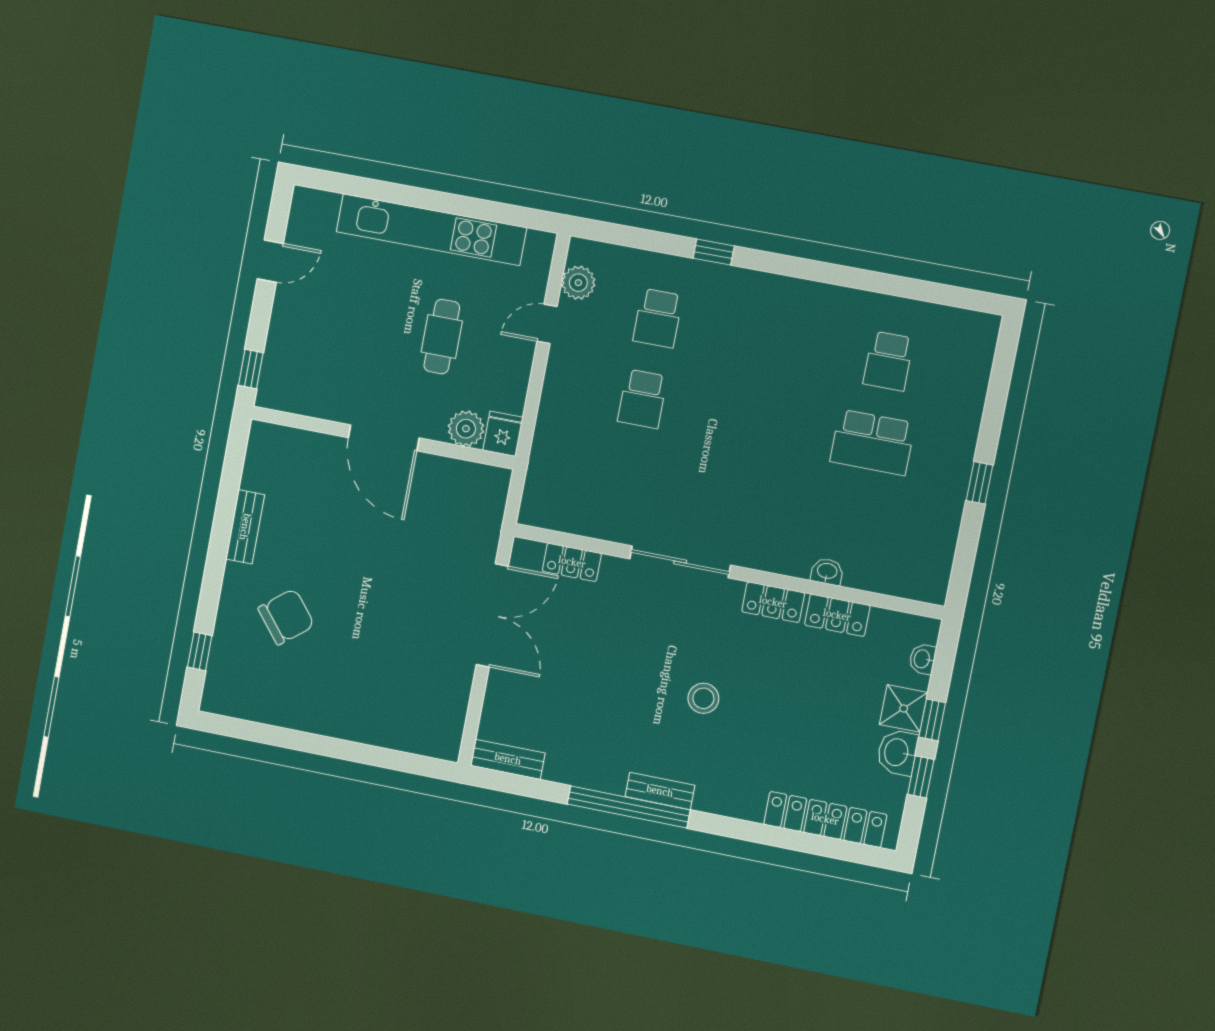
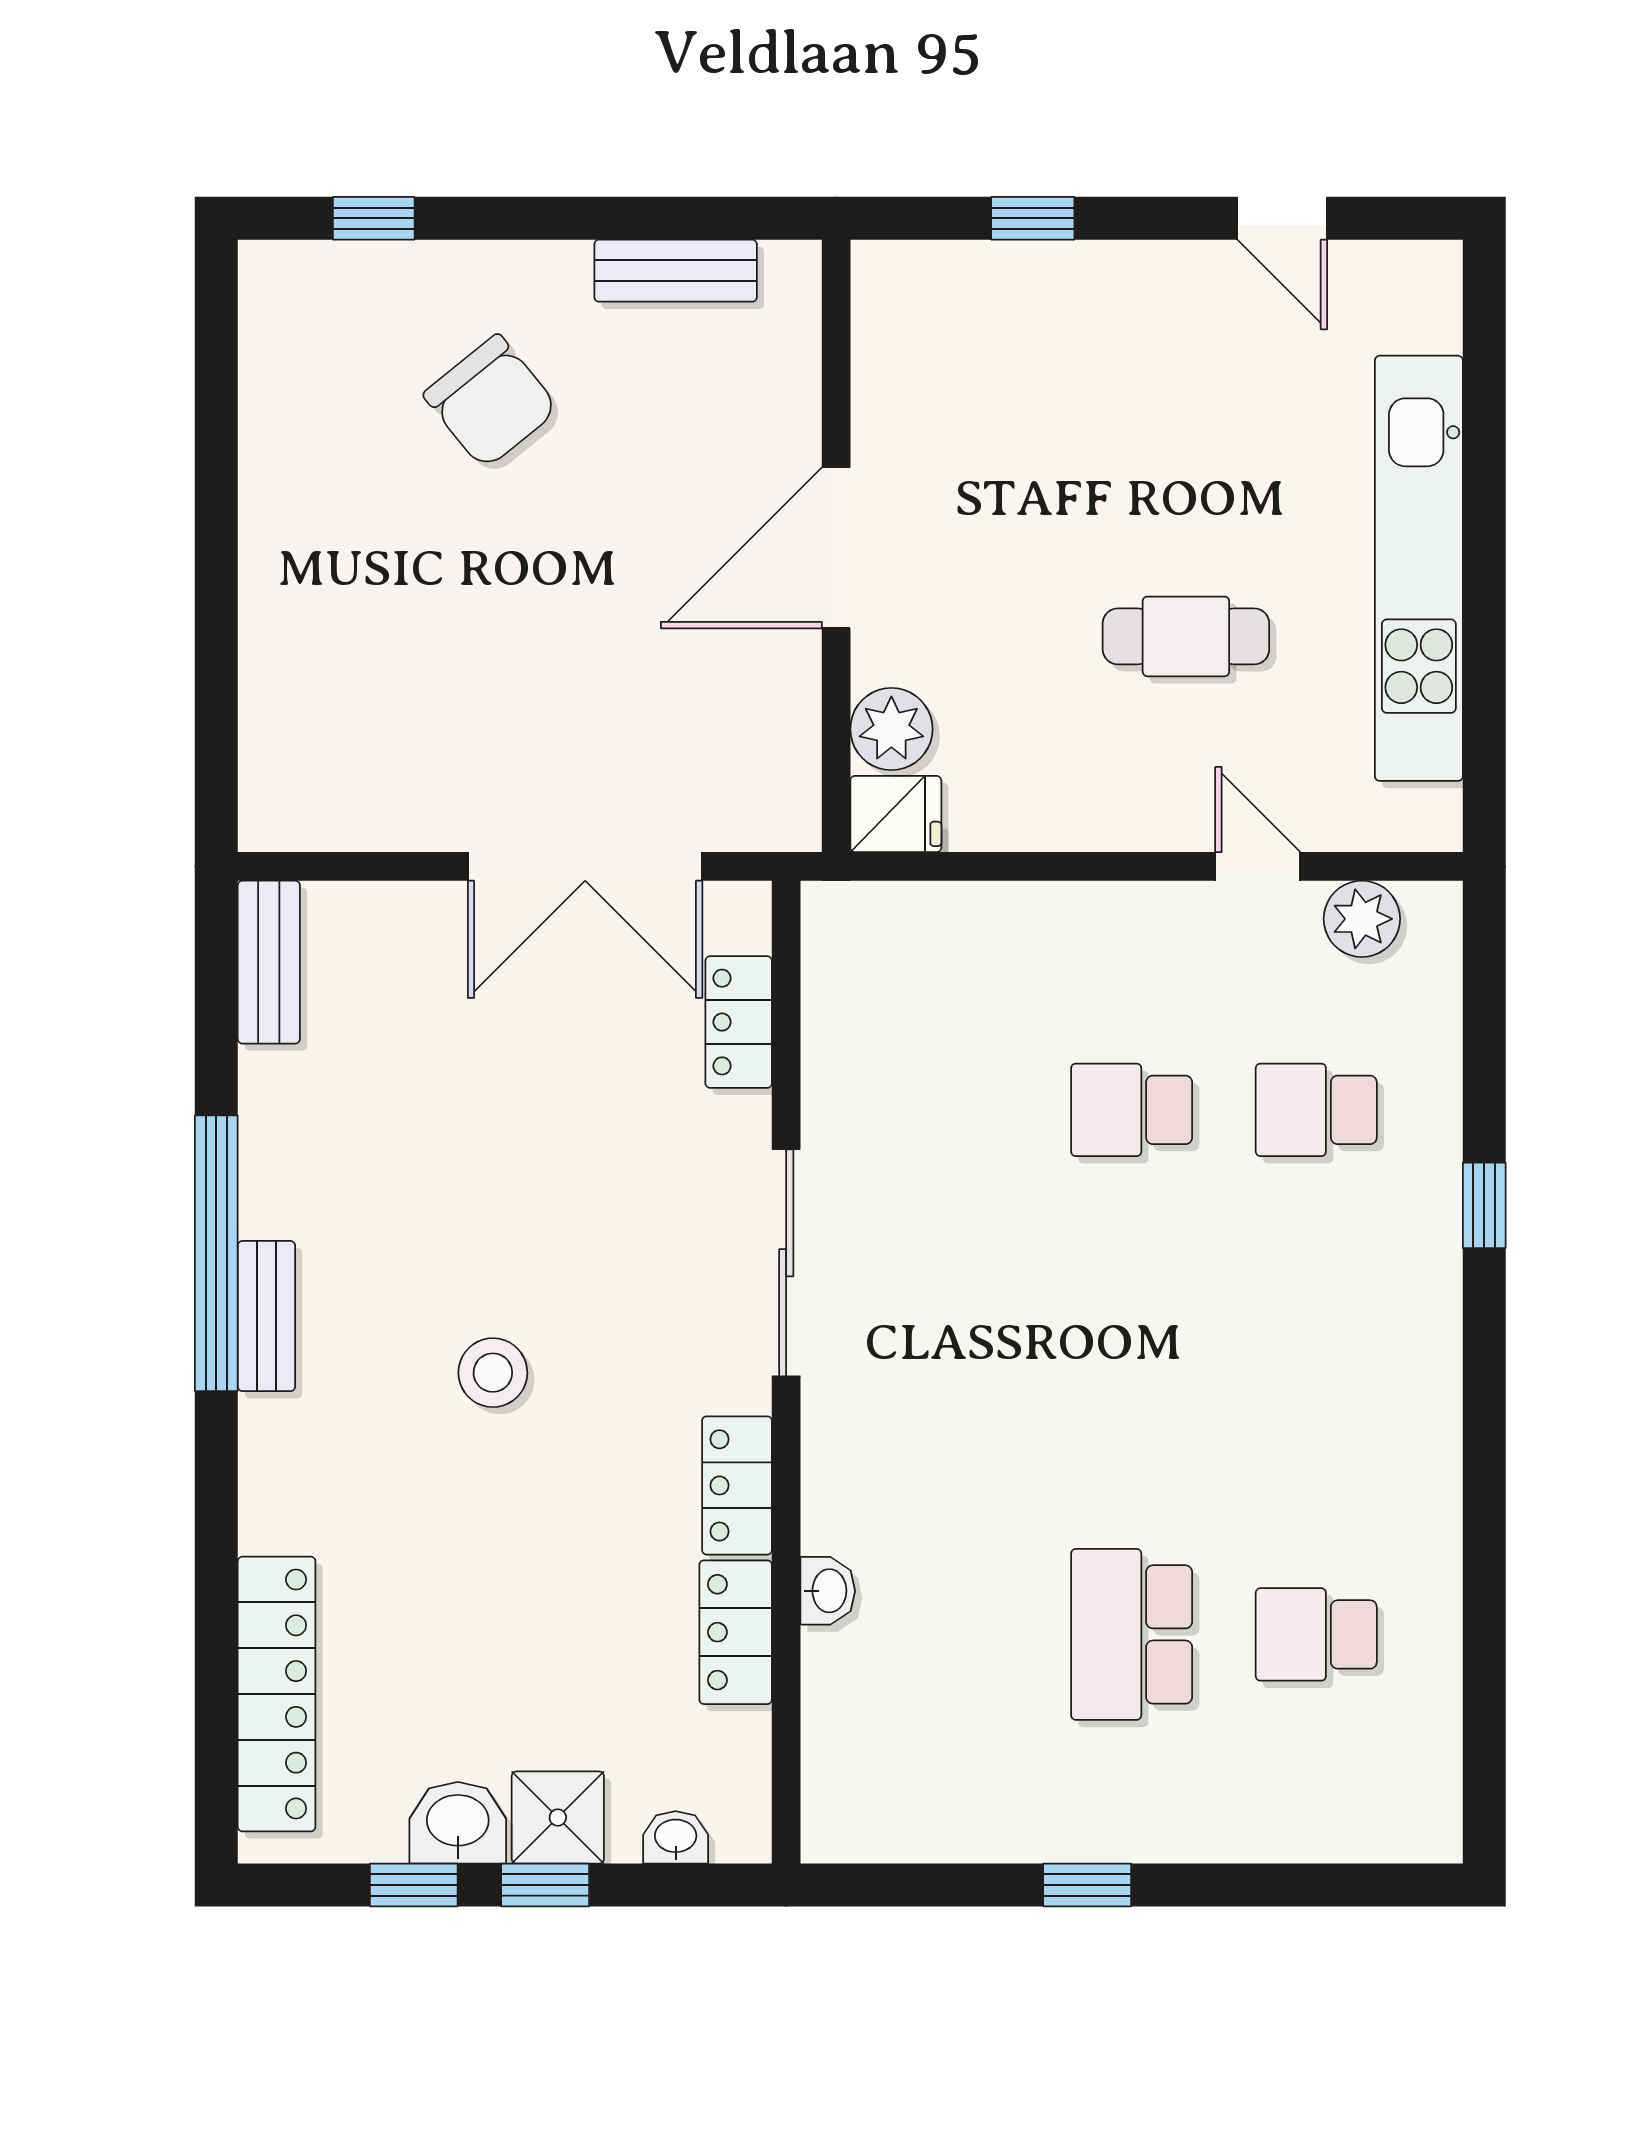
plant: (466, 429) -> (891, 729), moved
fridge: (503, 434) -> (896, 814), moved
wall: (383, 438) -> (836, 546), moved
door: (384, 438) -> (836, 548), moved

